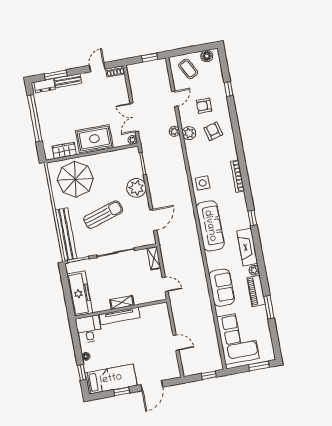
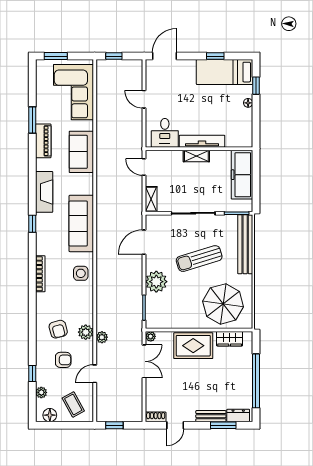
plant: (254, 270) -> (41, 392), moved
desk: (89, 329) -> (165, 133), moved
door: (152, 386) -> (164, 56), moved

